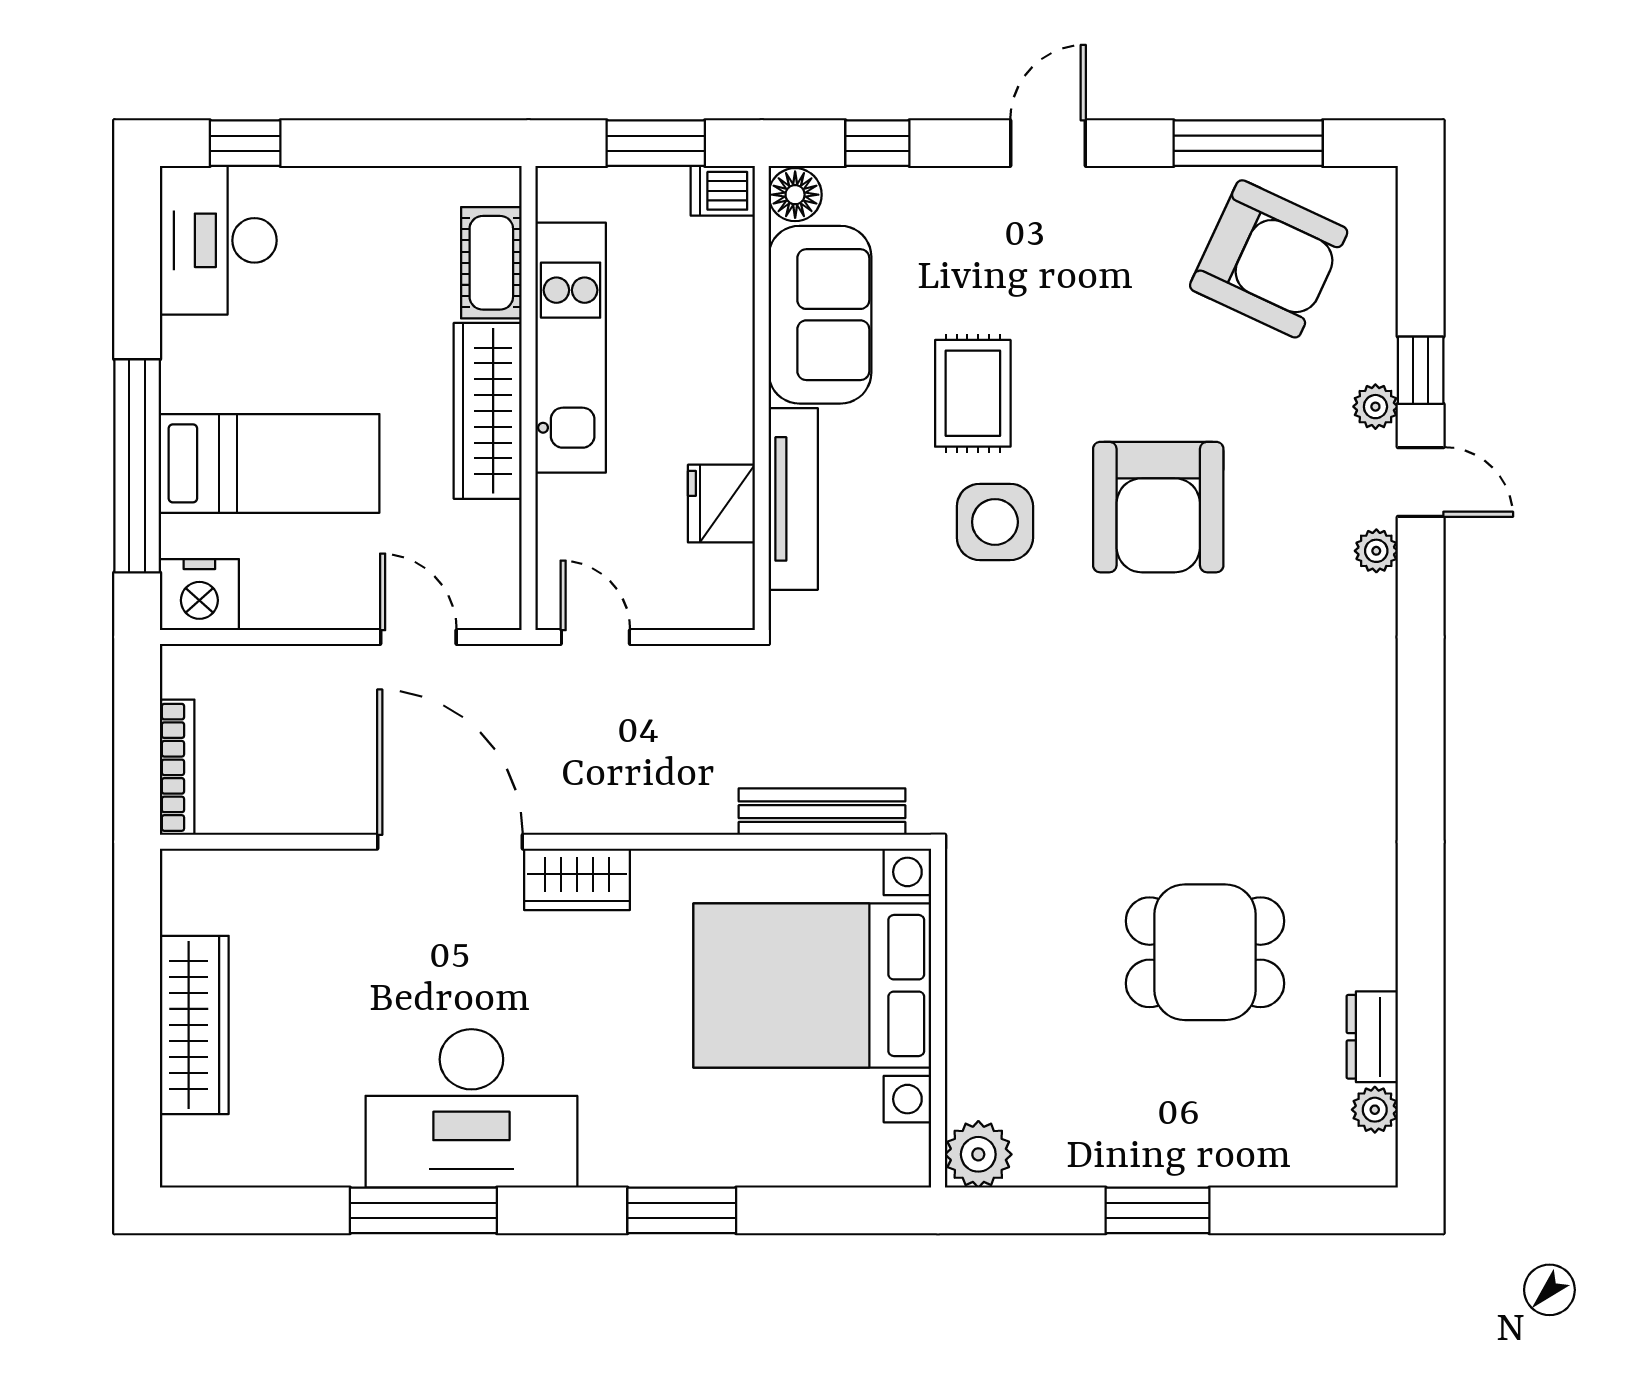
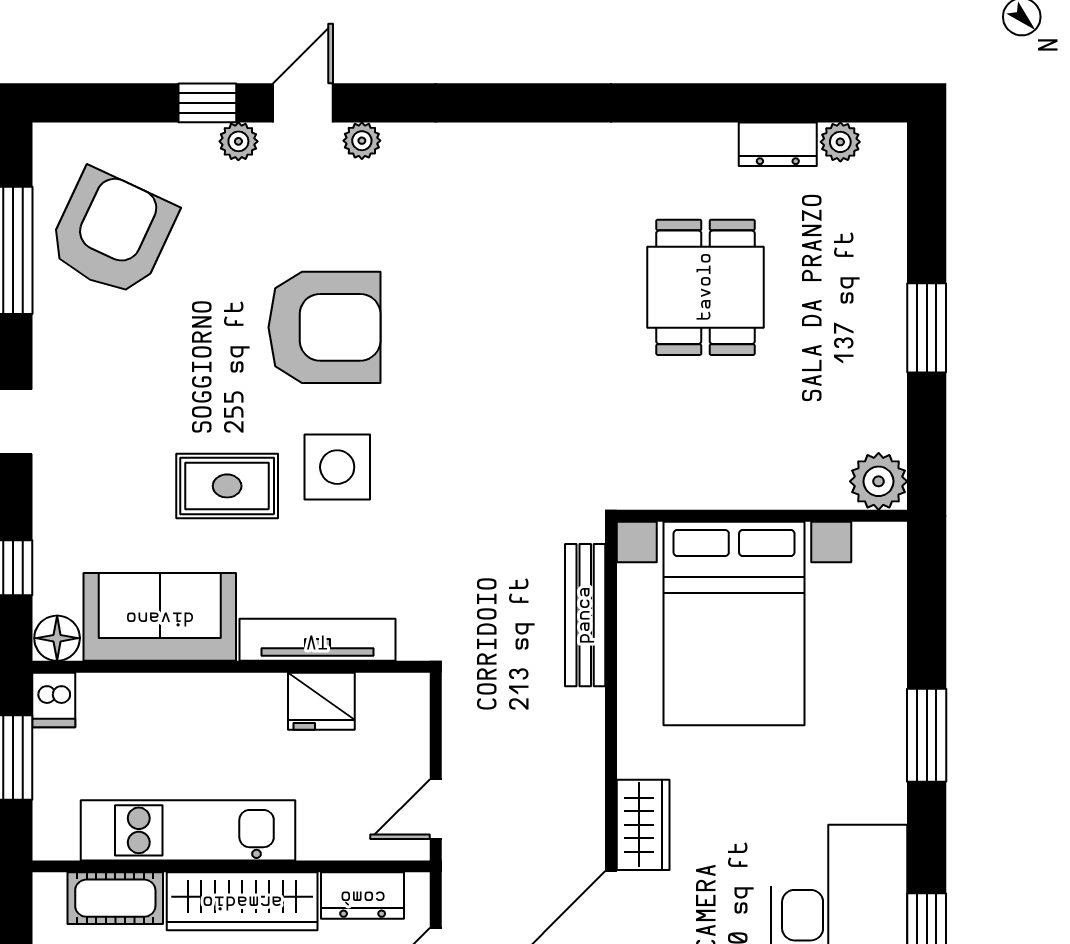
dresser: (494, 552) -> (363, 896), added

